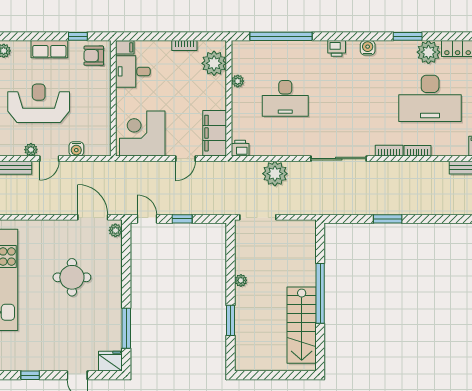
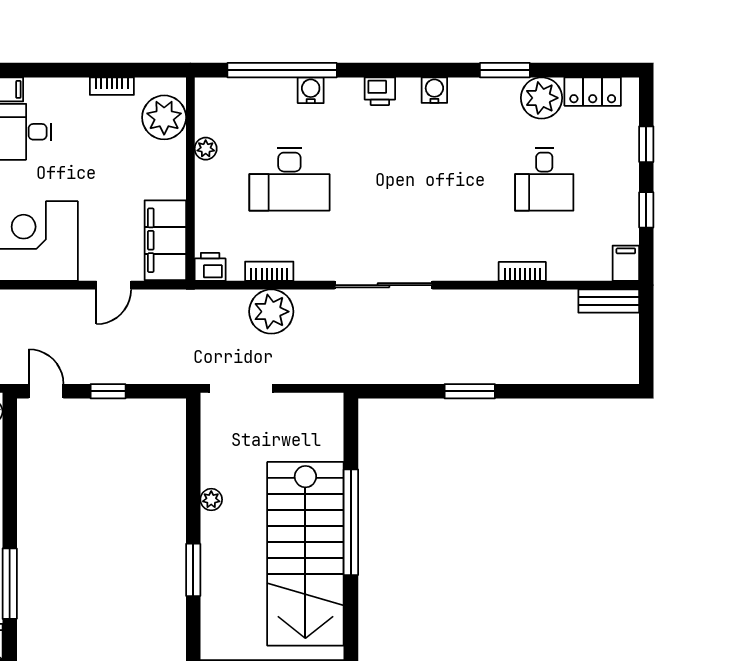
water cooler: (297, 48) -> (311, 90), added
desk: (430, 98) -> (544, 179), width x0.53, depth x0.77
bookcase: (389, 151) -> (269, 271), moved
stairs: (302, 325) -> (305, 554), width x1.36, depth x1.51

